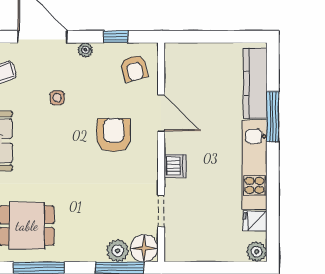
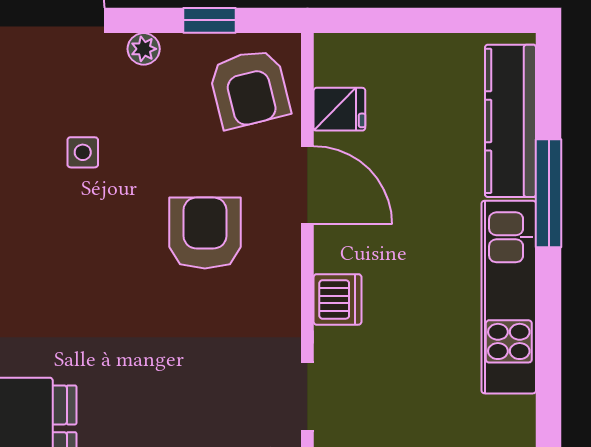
armchair: (134, 68) -> (249, 88), width x1.38, depth x1.38
fridge: (255, 221) -> (339, 109), moved, turned 180

